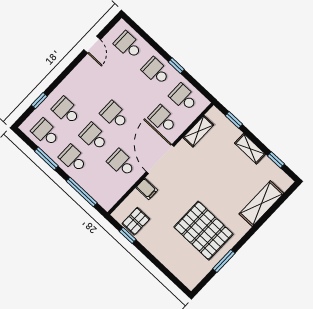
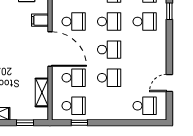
door: (92, 45) -> (169, 83), hinge flipped
window: (176, 66) -> (79, 123), moved
school desk: (156, 71) -> (109, 78), moved

